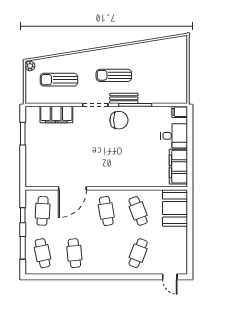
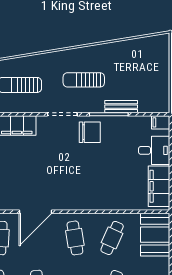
bench: (124, 98) -> (121, 107), moved
cafe table: (138, 211) -> (112, 238), turned 45

